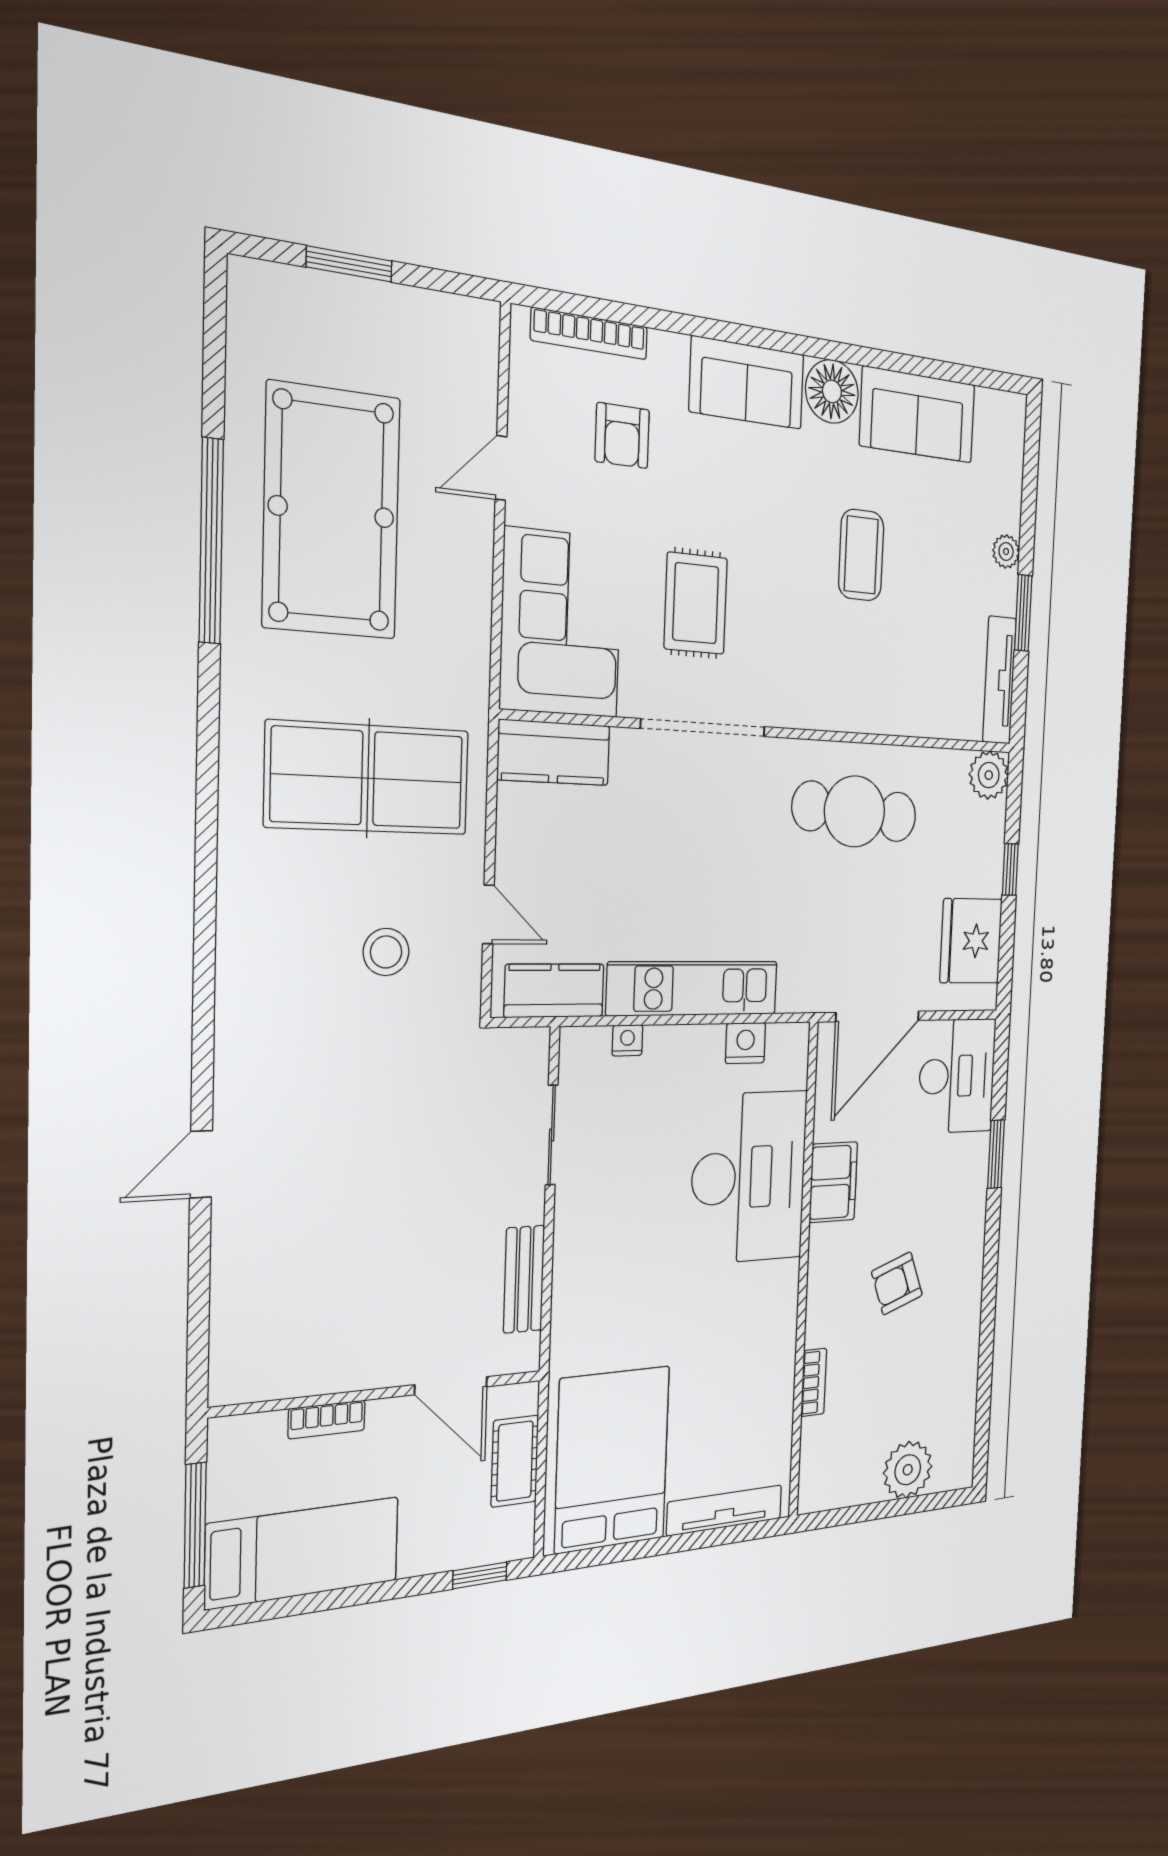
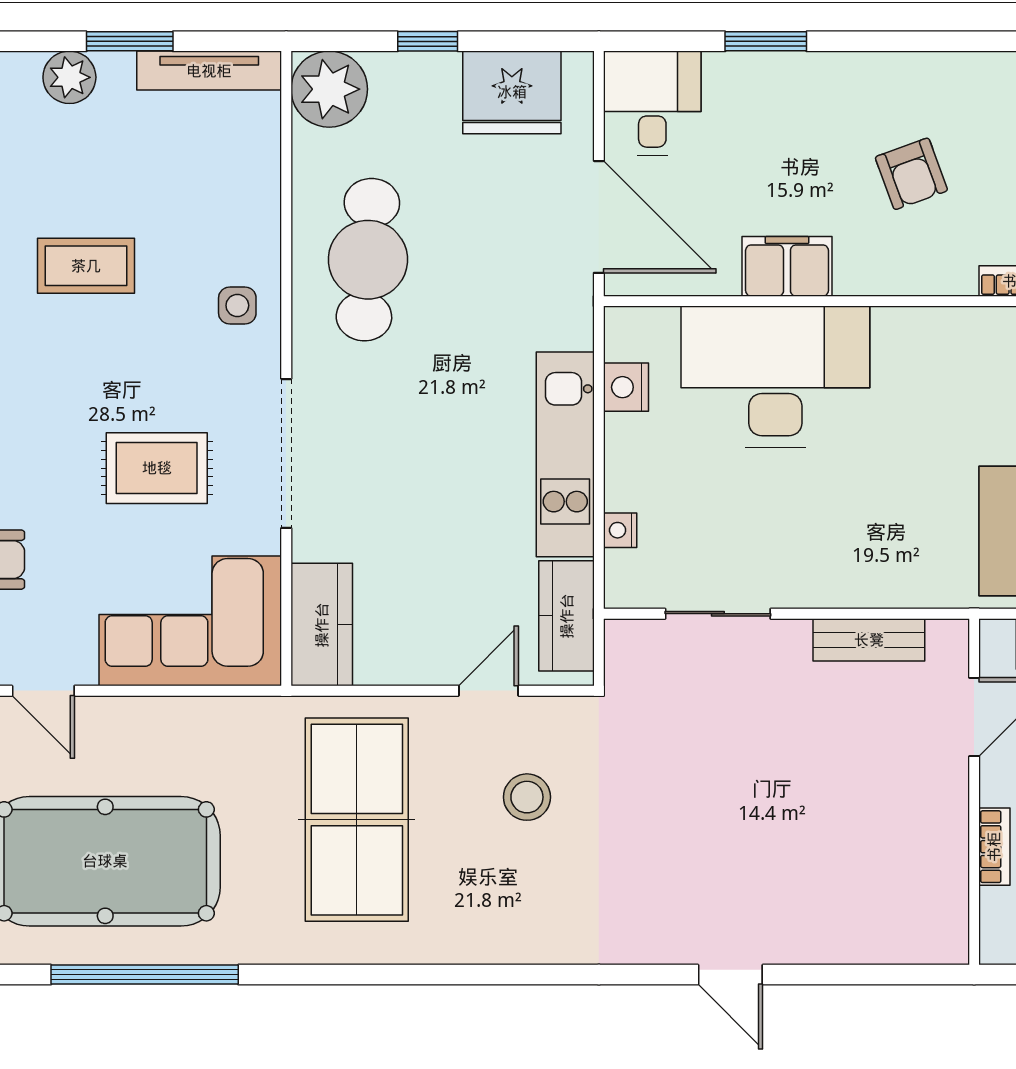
plant: (1006, 551) -> (69, 77), width x1.38, depth x1.38
side table: (824, 691) -> (237, 305), added
plant: (989, 775) -> (329, 89), width x1.36, depth x1.36
desk: (957, 1076) -> (652, 103), width x0.73

